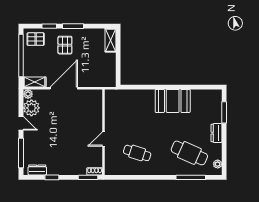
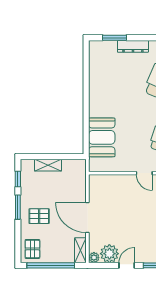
window: (49, 26) -> (18, 179), moved
shelving: (110, 40) -> (48, 165), moved
booth: (173, 101) -> (102, 137), moved
dresser: (217, 133) -> (133, 46), width x1.44

